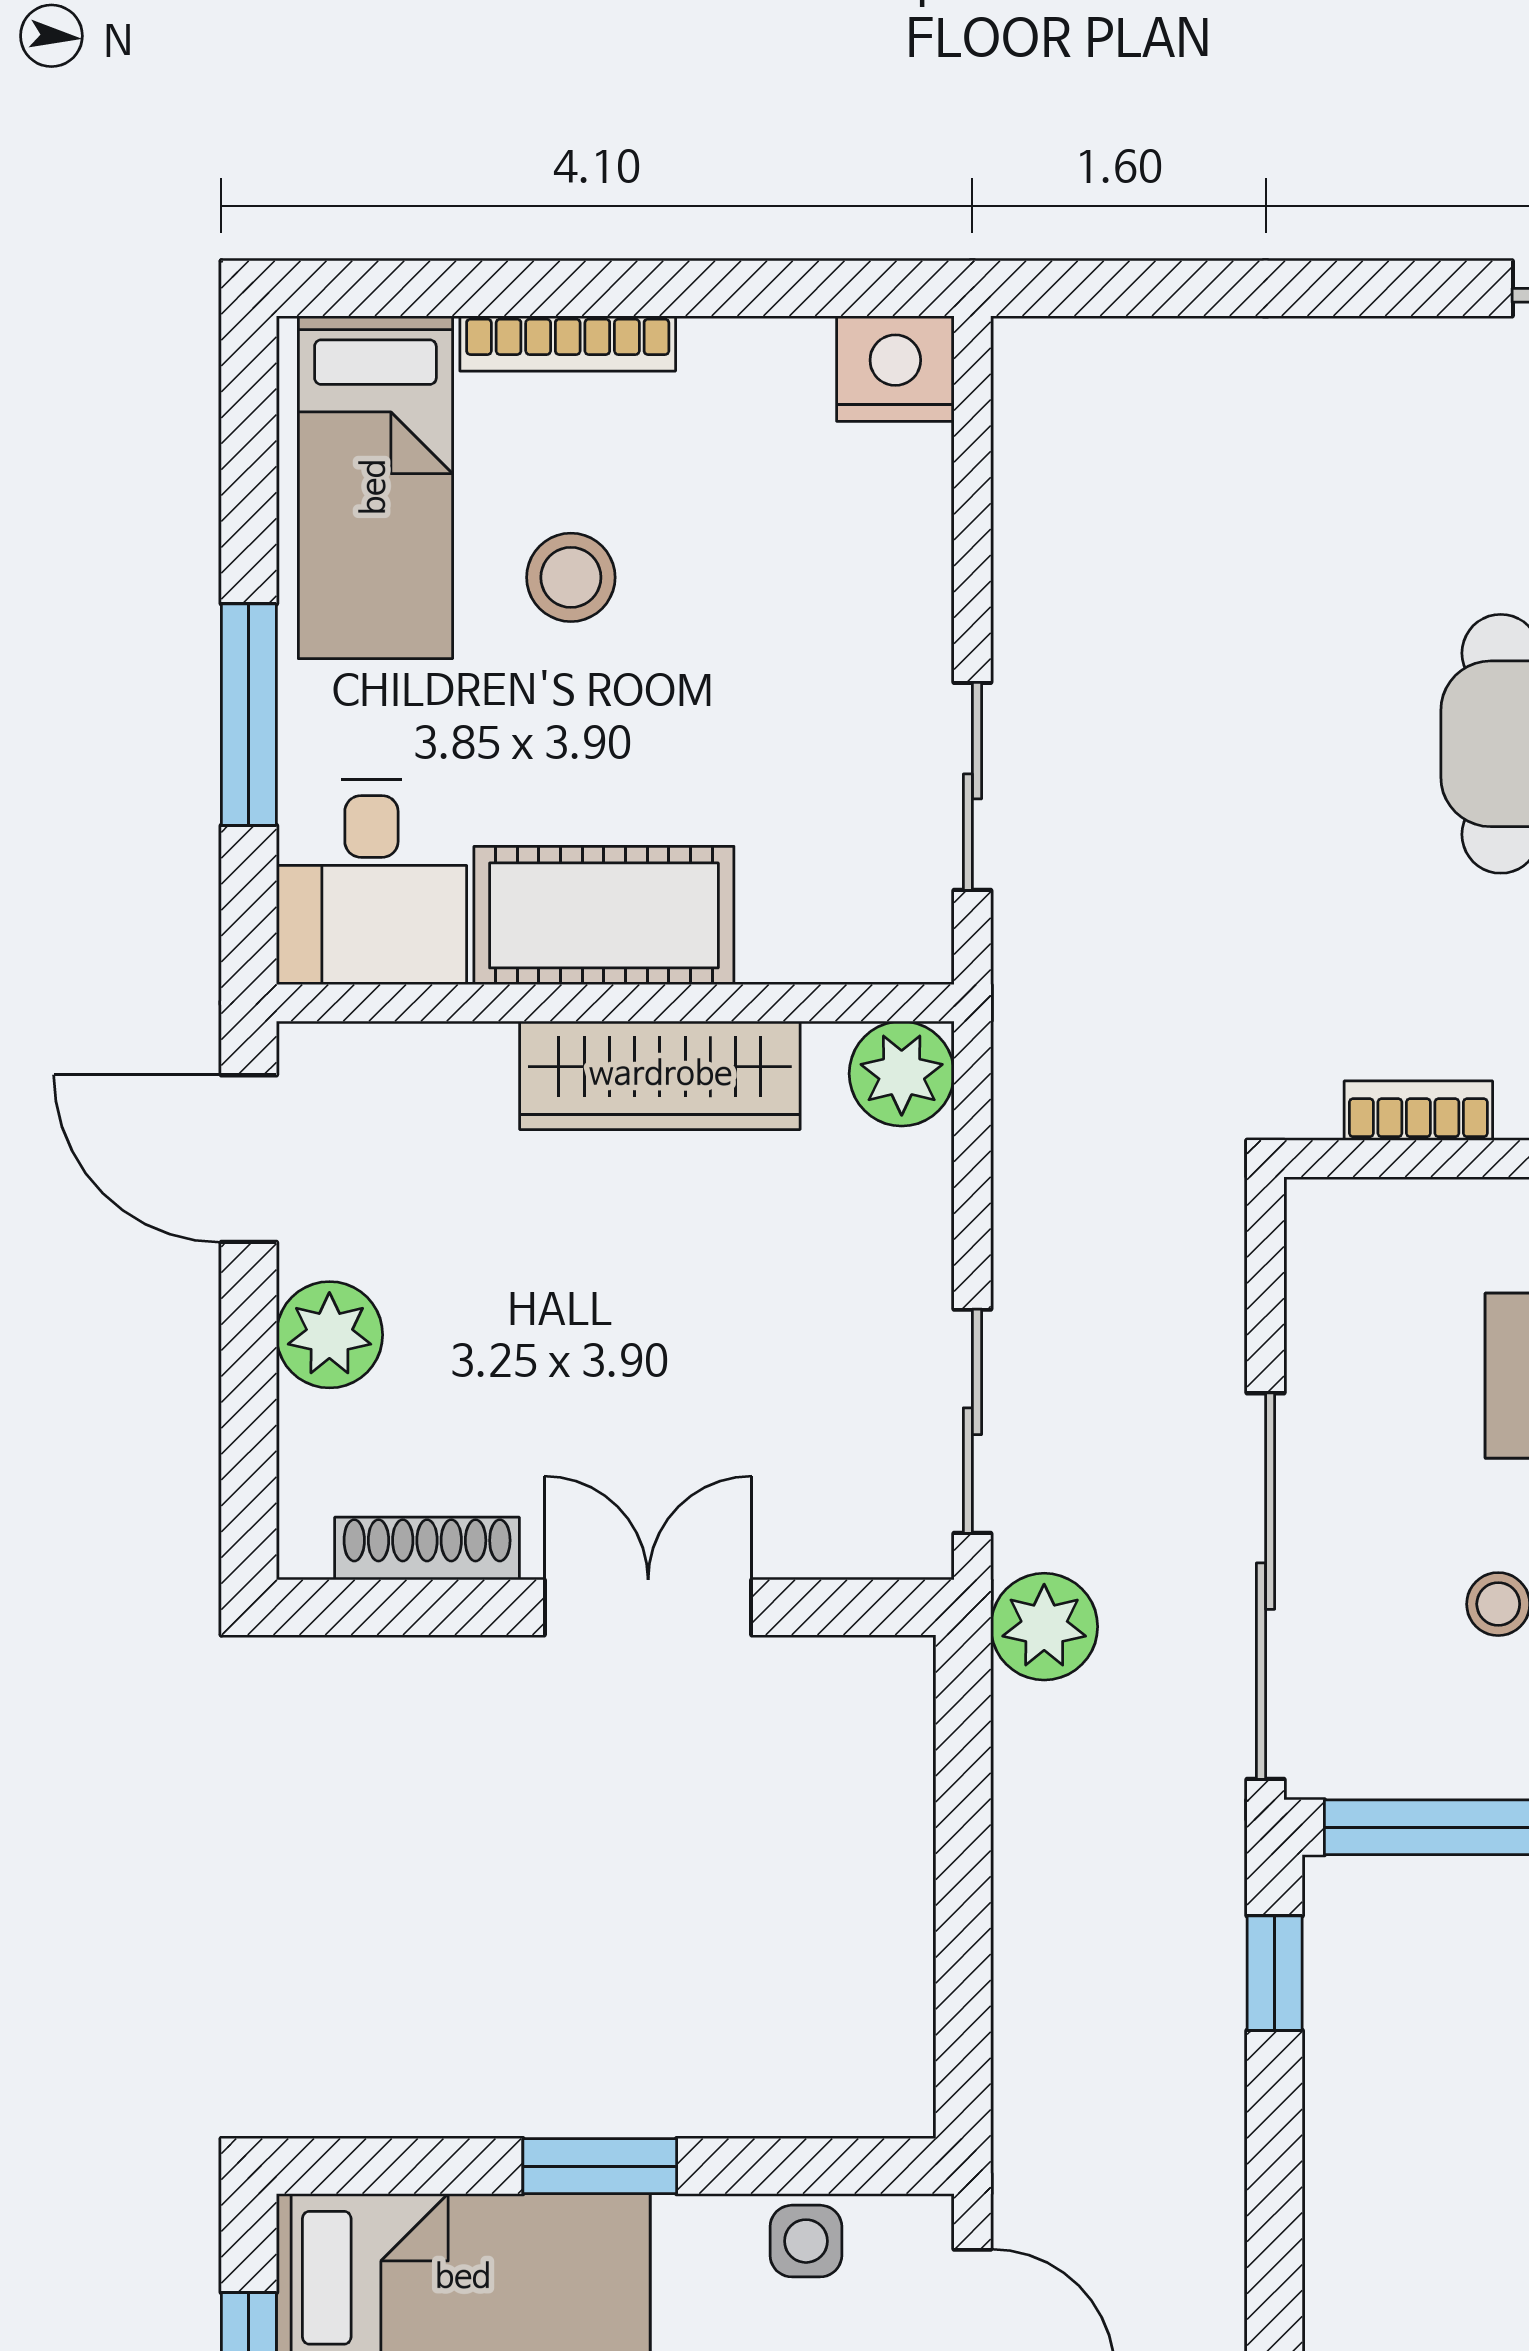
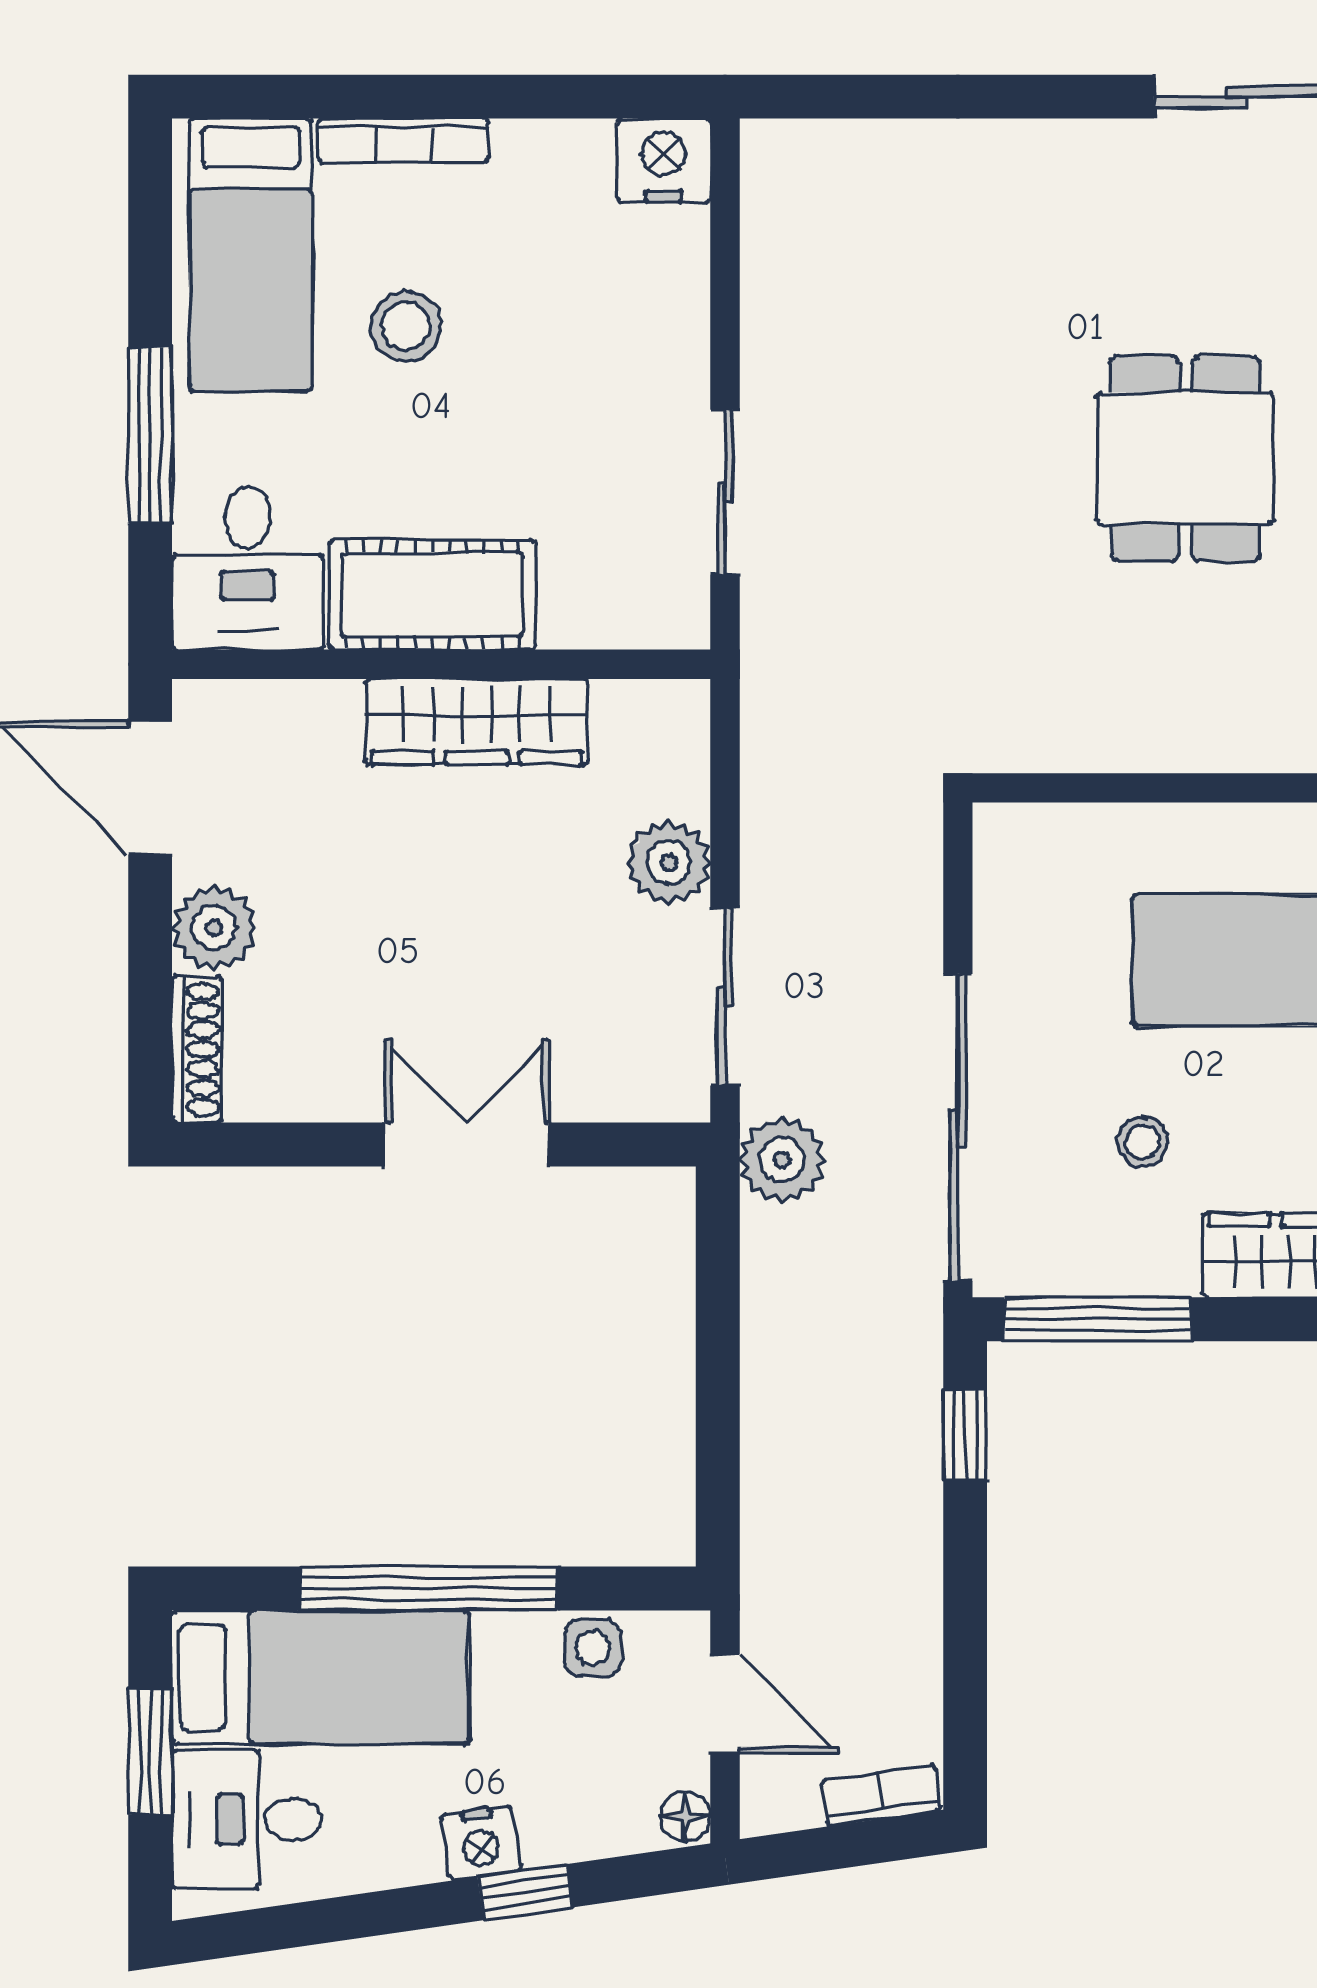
plant: (902, 1074) -> (669, 862), moved
bookcase: (1418, 1111) -> (1079, 750), removed
shoe rack: (427, 1549) -> (197, 1049), moved, turned 90
window: (600, 2166) -> (429, 1588), width x2.11

